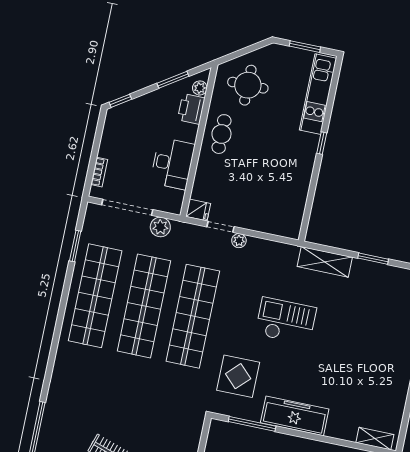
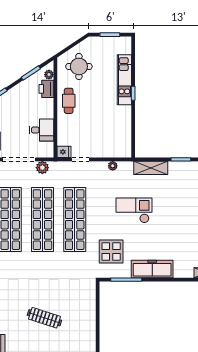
kitchen unit: (318, 94) -> (124, 80), moved
desk: (172, 164) -> (42, 130), width x0.73
plant: (239, 241) -> (113, 166), moved

